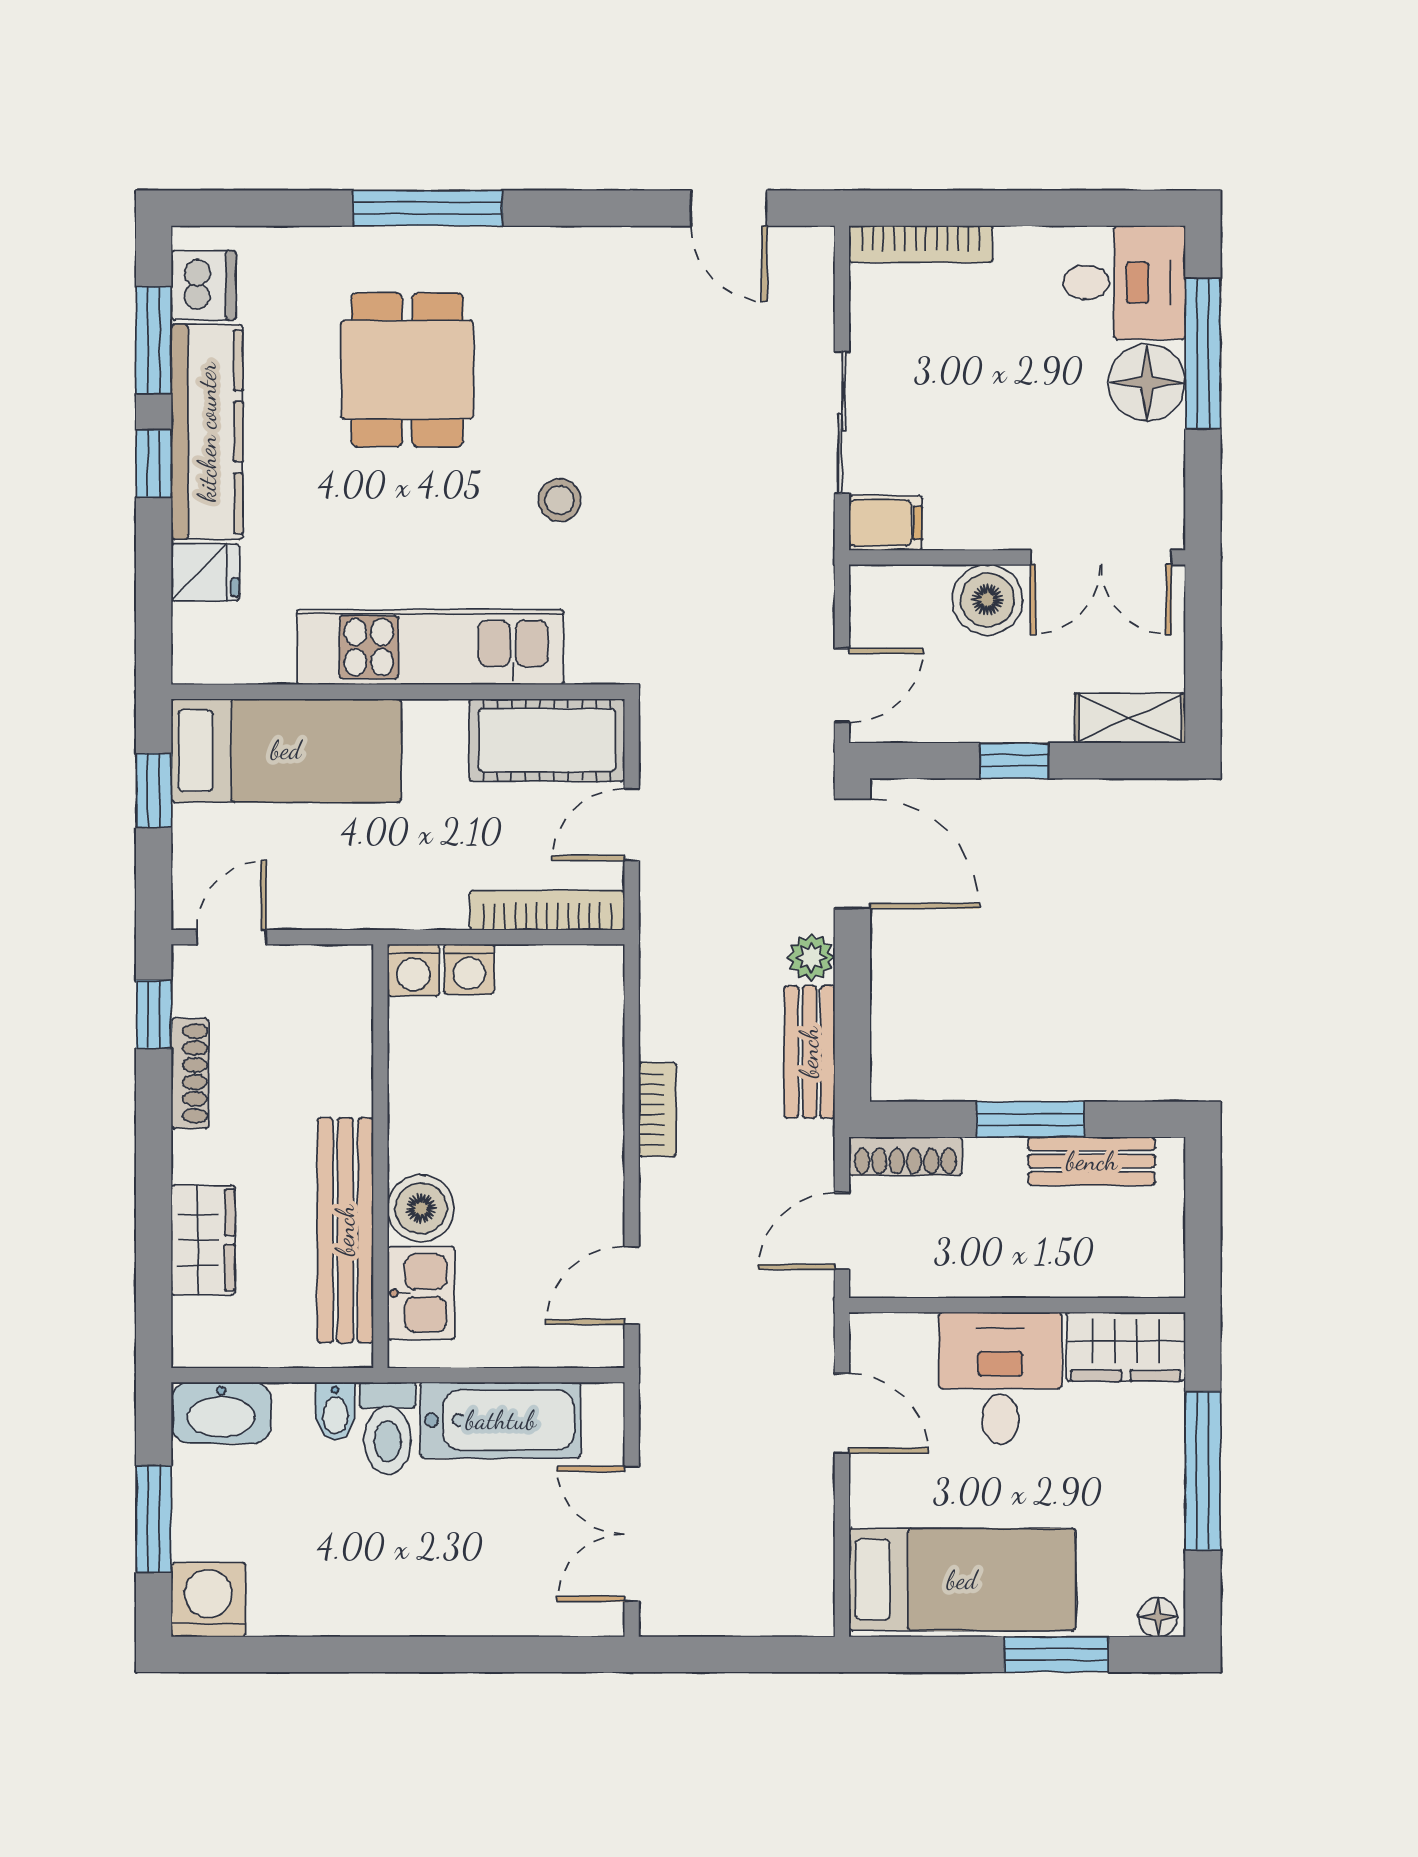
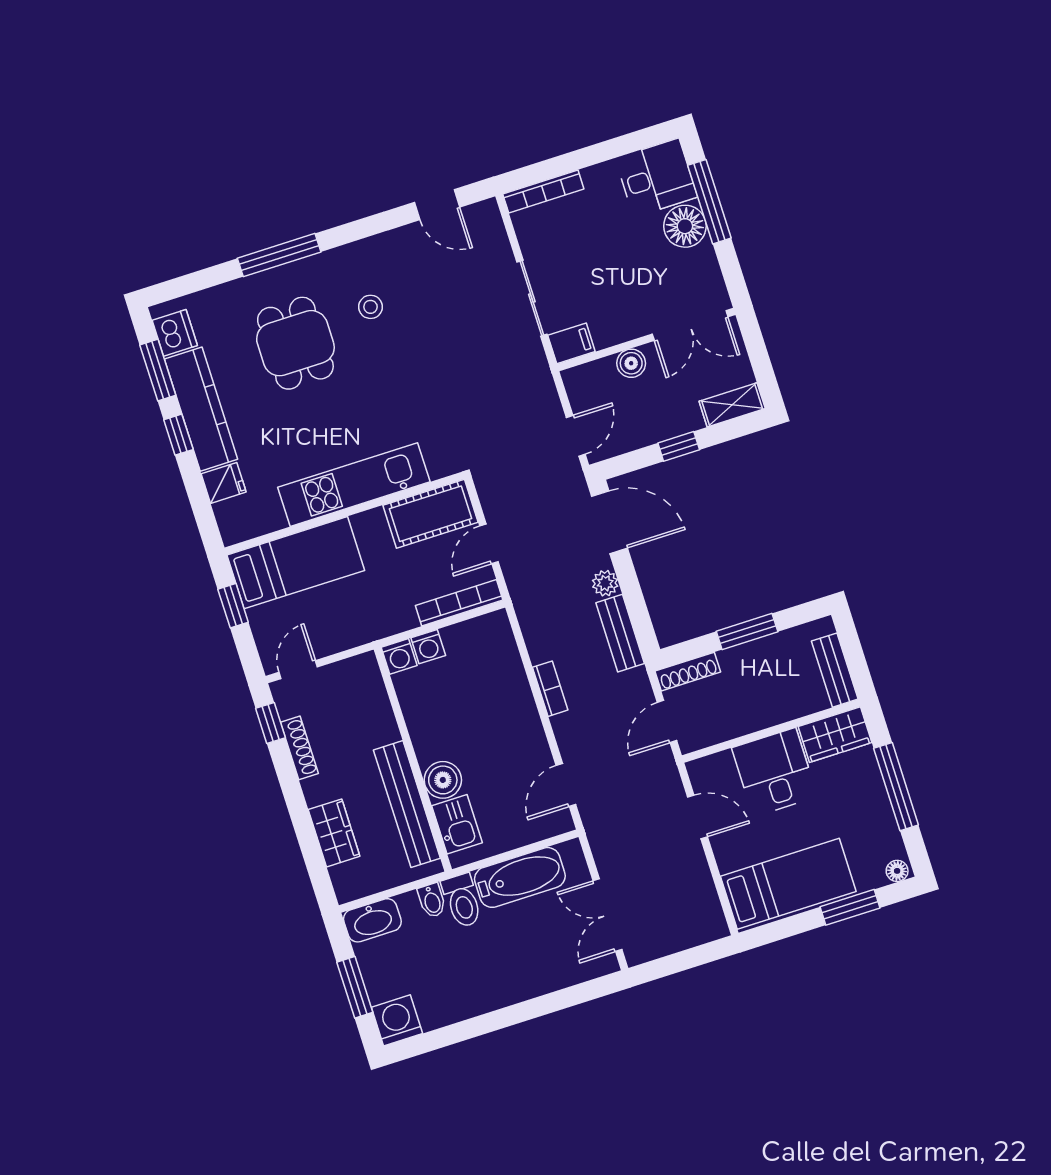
stool: (559, 500) -> (371, 307), moved
boiler: (987, 600) -> (631, 363), width x0.73, depth x0.73
bench: (1092, 1161) -> (835, 670), moved, turned 90

